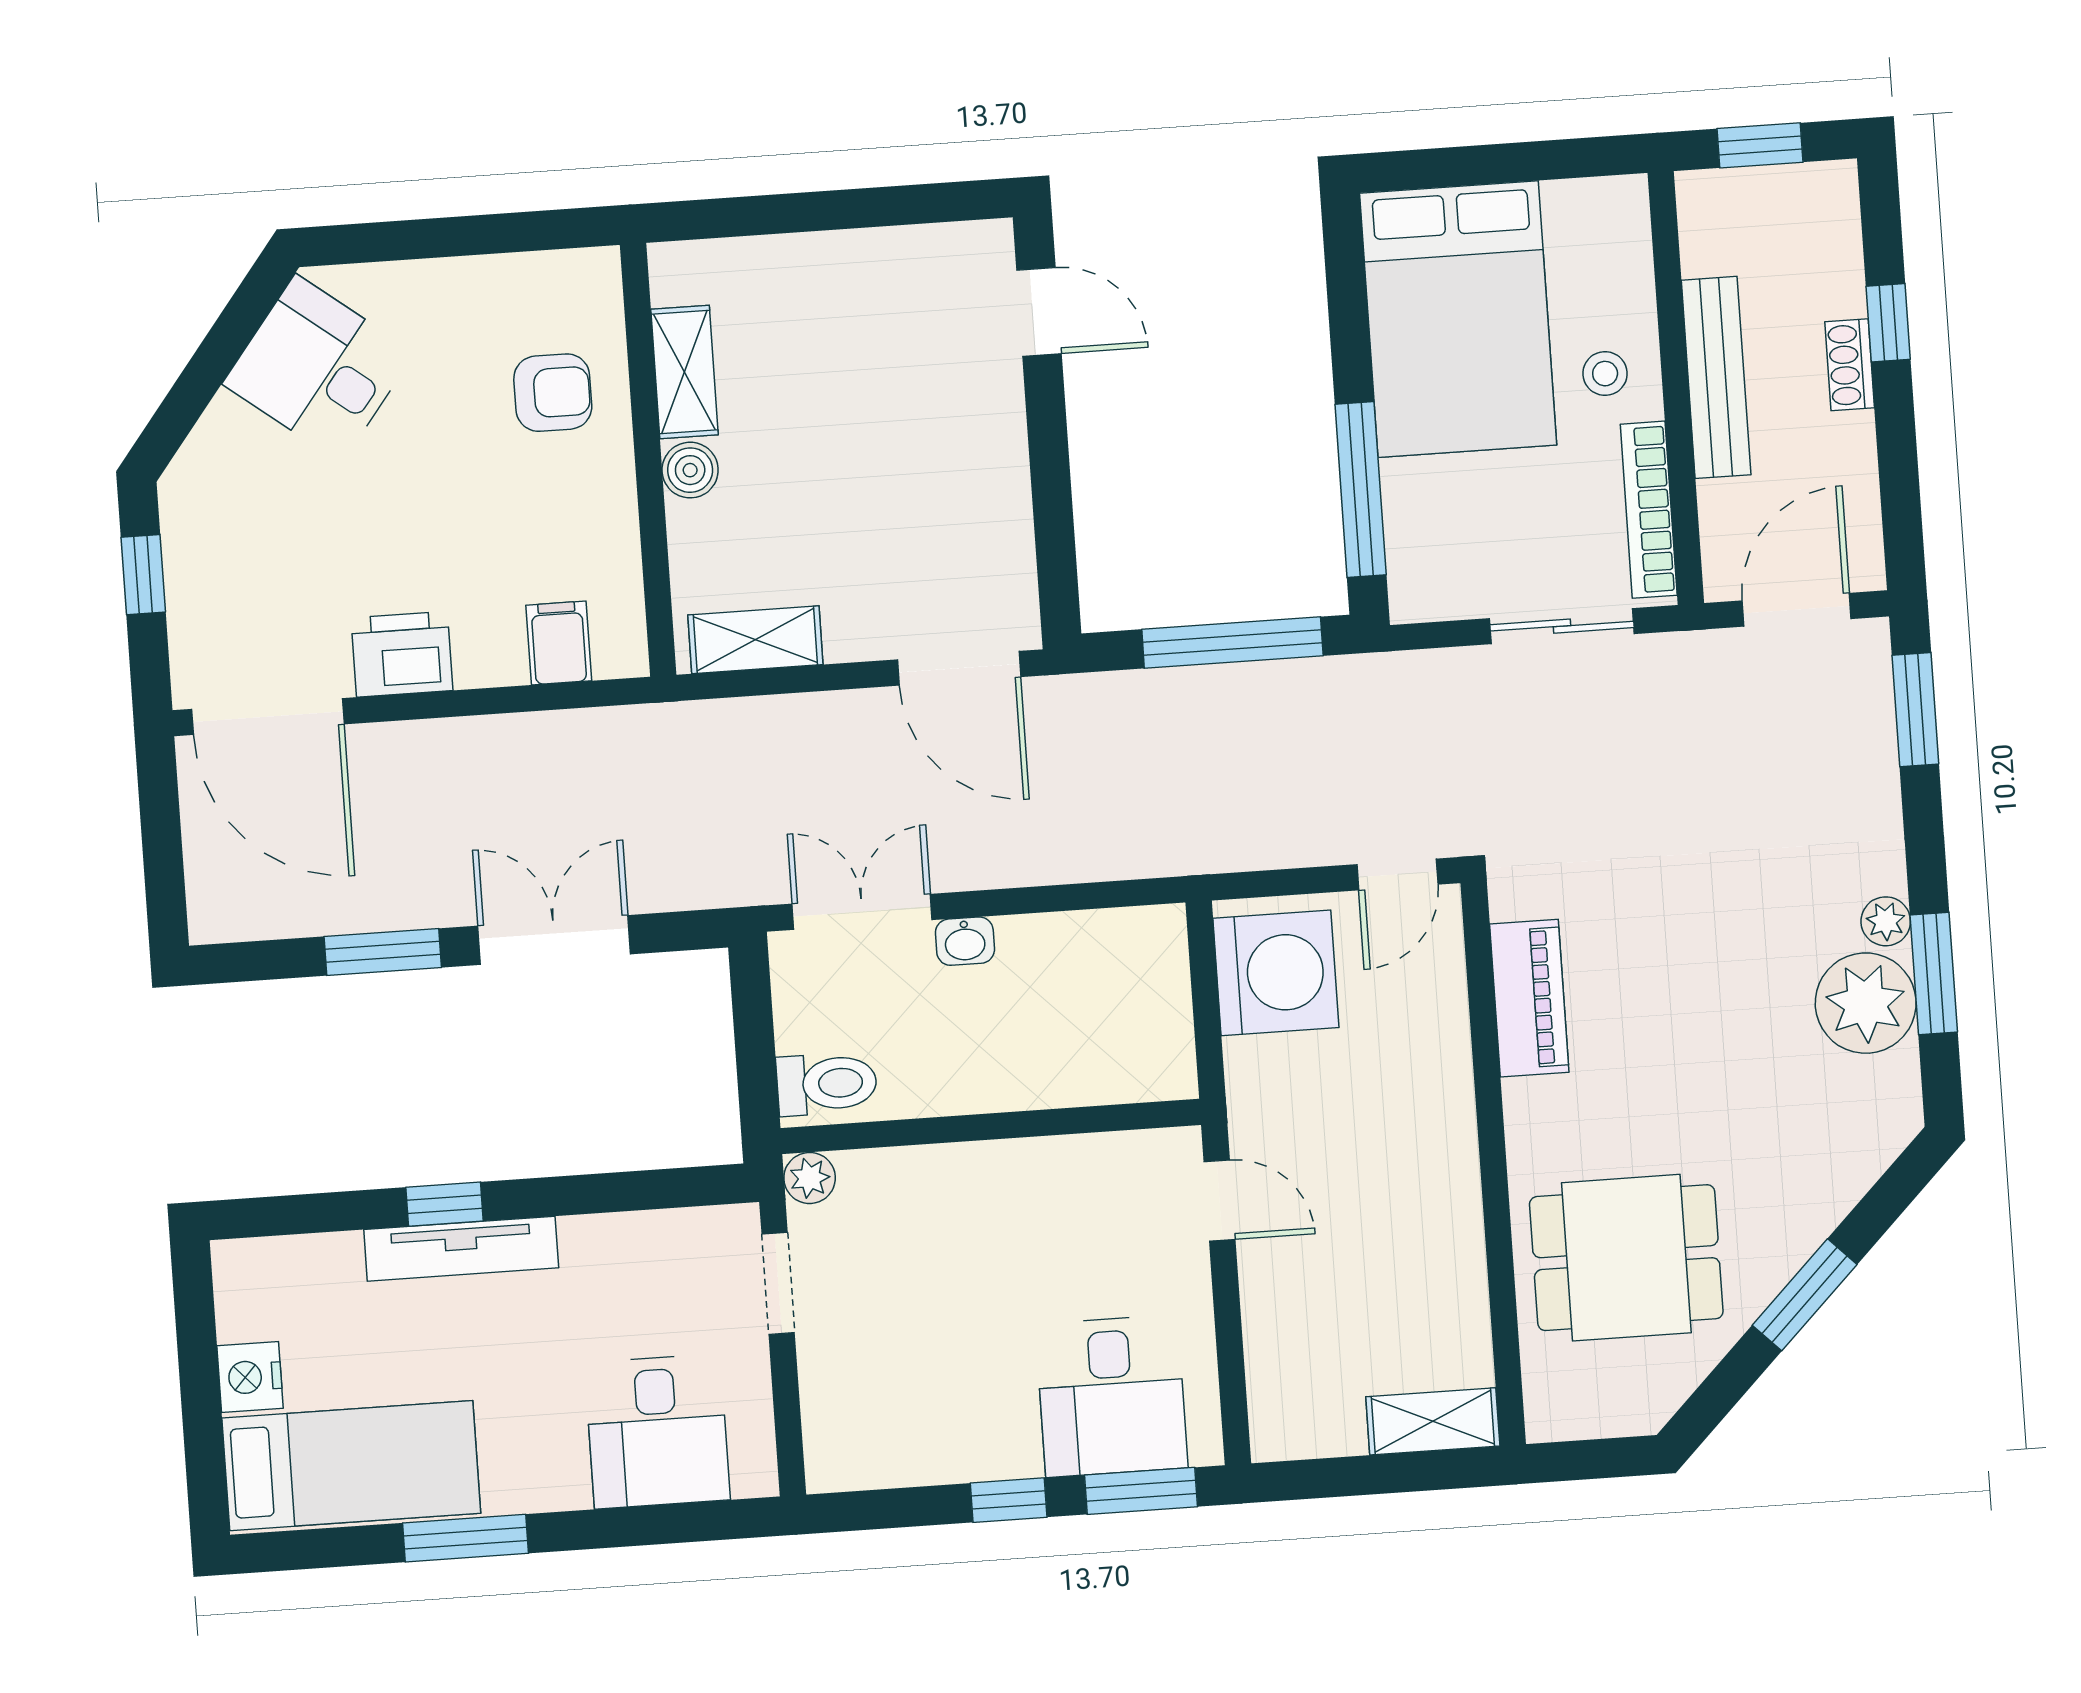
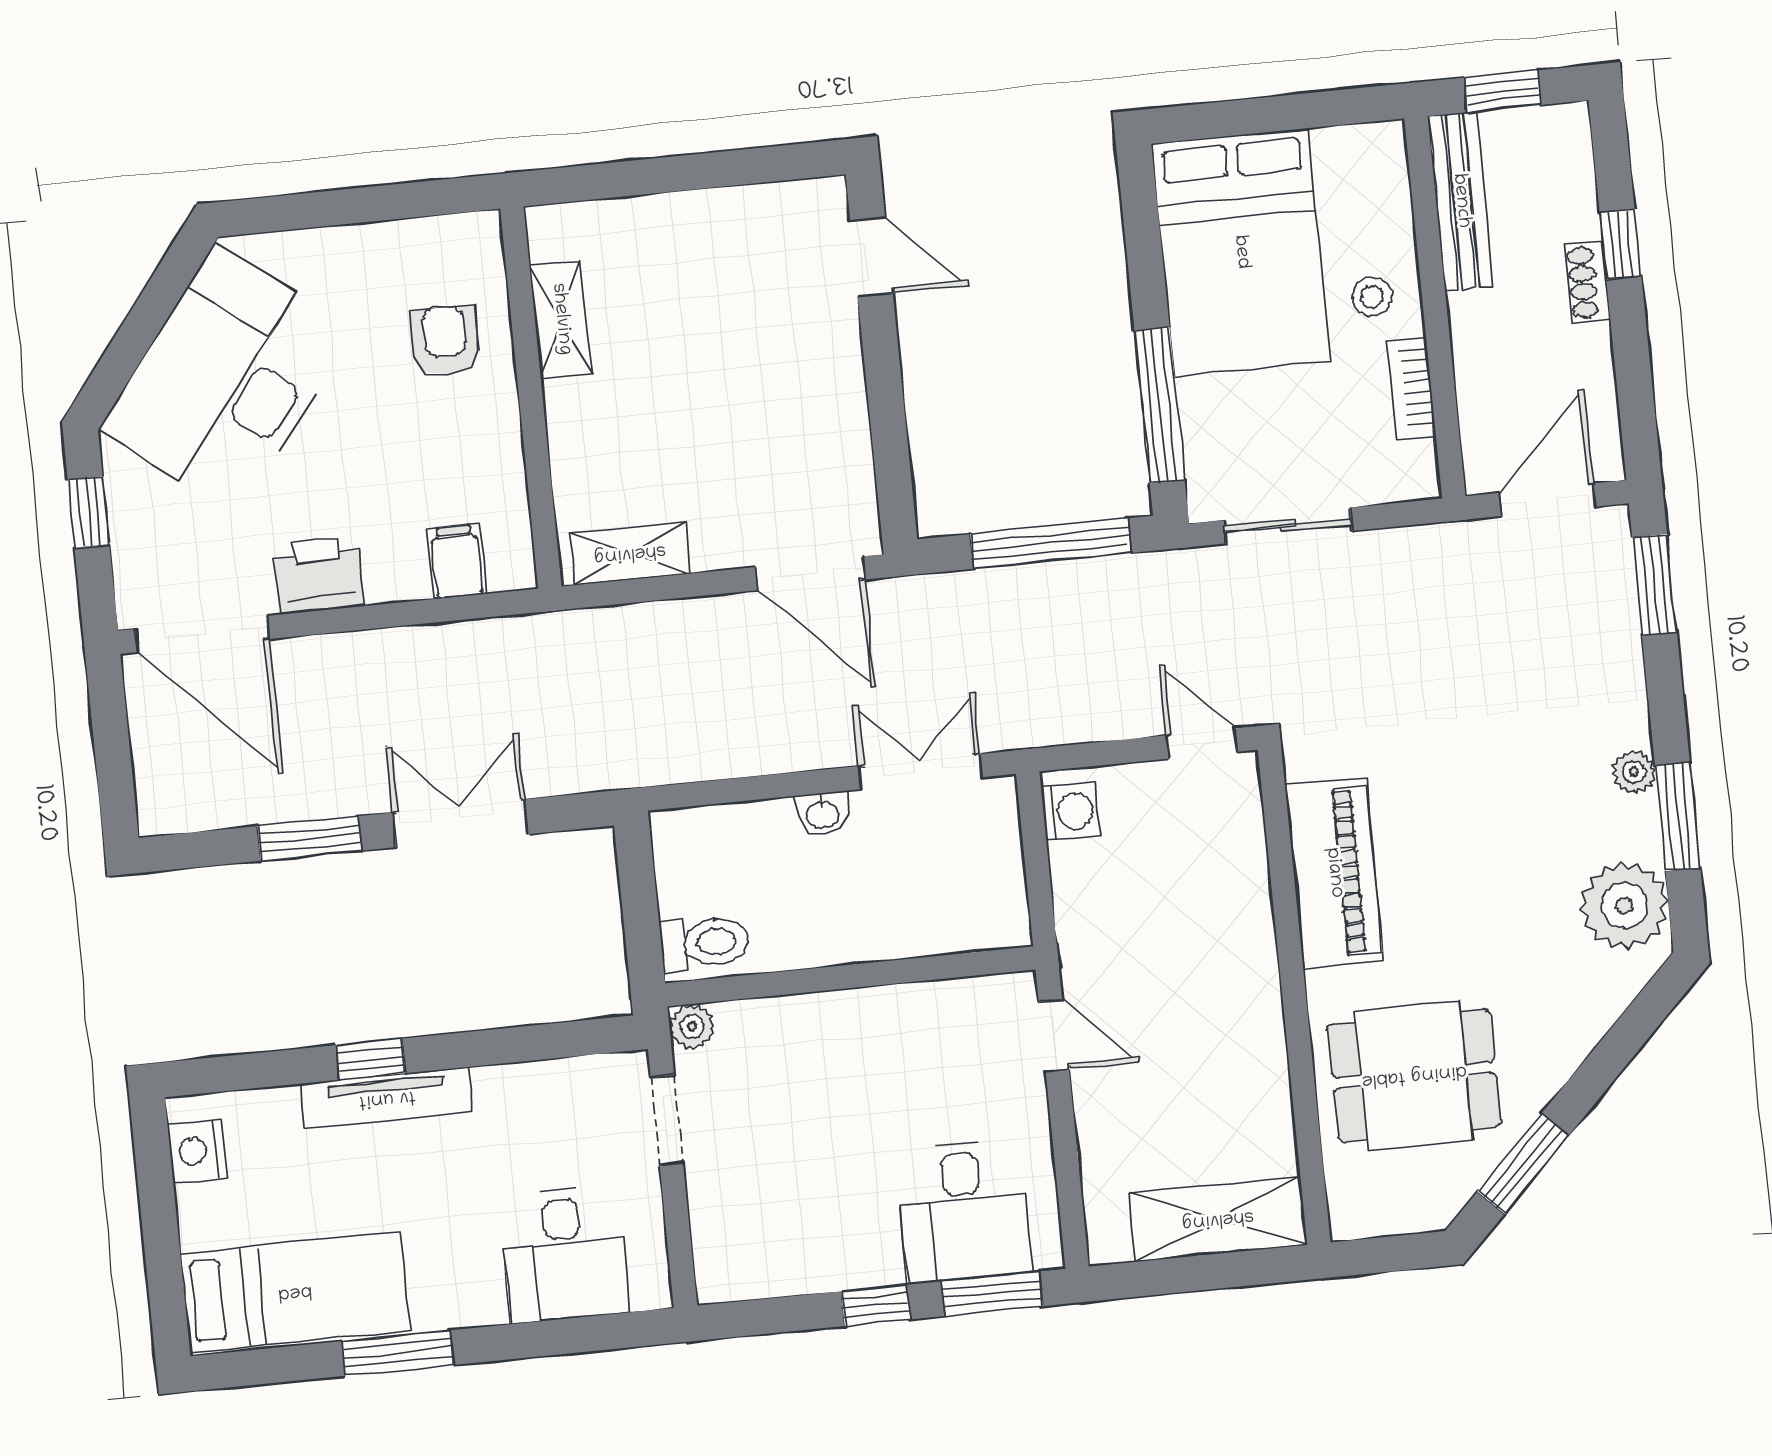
desk: (318, 368) -> (227, 379), width x1.87, depth x1.30
bench: (1716, 377) -> (1461, 201), moved
armchair: (553, 393) -> (445, 341), turned -90
boiler: (690, 470) -> (568, 406), removed
bookcase: (1649, 510) -> (1411, 388), width x0.64
sliding door: (1562, 626) -> (1288, 526), moved
door: (1397, 874) -> (1202, 744), swing flipped
double door: (862, 912) -> (921, 772), moved
washing machine: (1276, 973) -> (1071, 812), width x0.53, depth x0.53
piano: (1529, 998) -> (1334, 873), width x1.37, depth x1.33
plant: (1866, 1003) -> (1624, 906), moved
window: (1805, 1295) -> (1523, 1164), moved
nightstand: (250, 1377) -> (197, 1151), moved
shelving: (1433, 1421) -> (1218, 1219), width x1.50, depth x1.33

